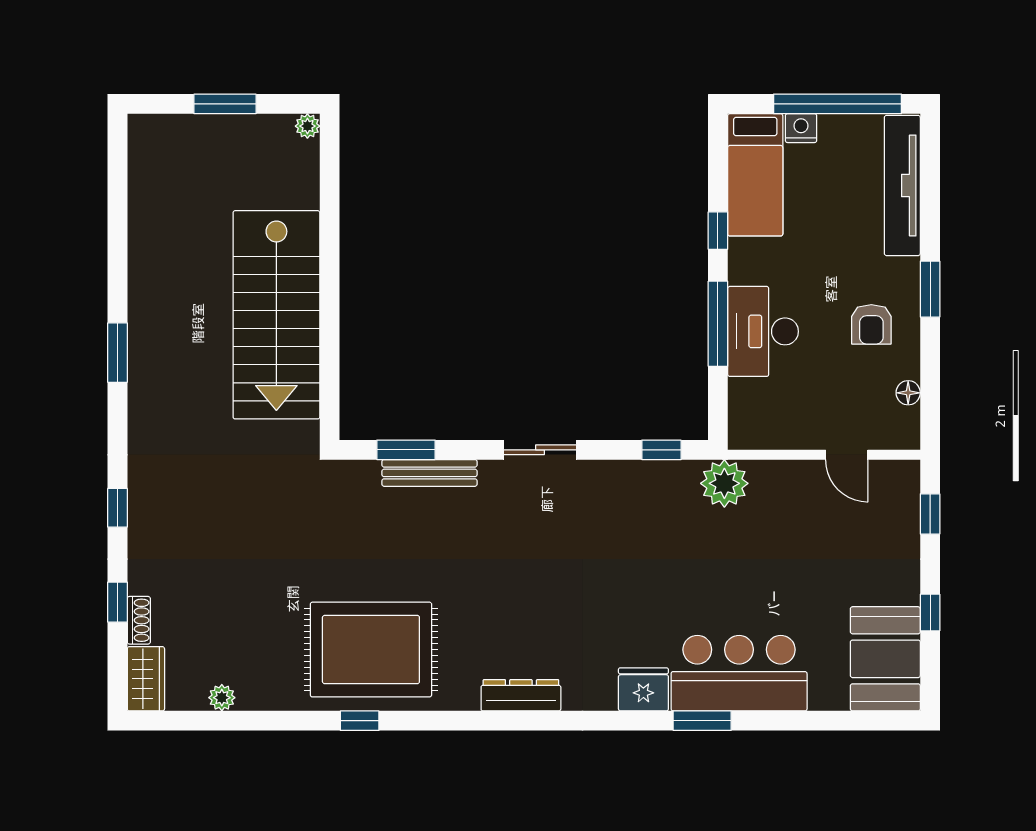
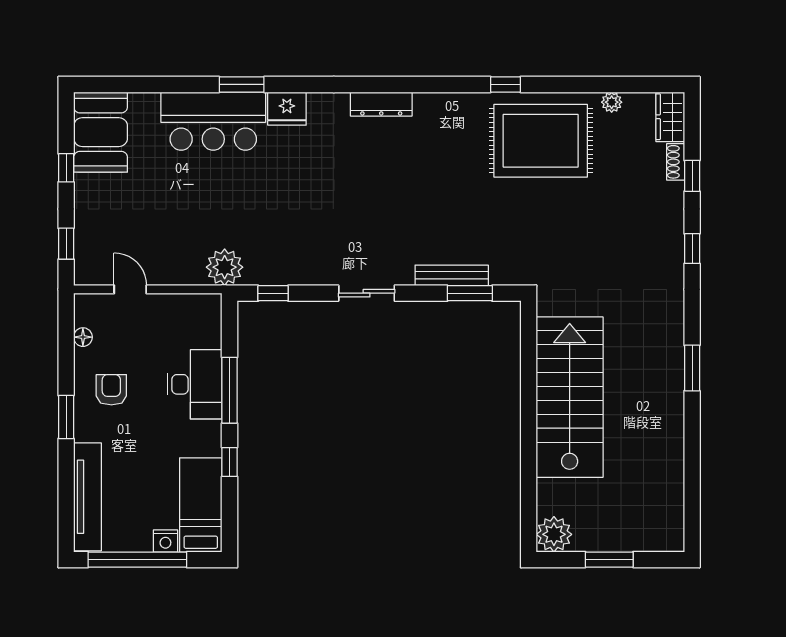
plant: (307, 126) -> (554, 534), width x1.87, depth x1.87
rug: (371, 650) -> (541, 141), moved

